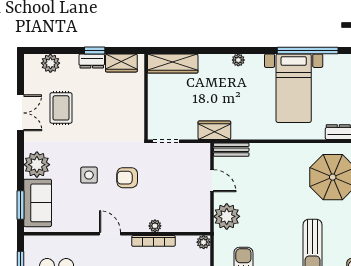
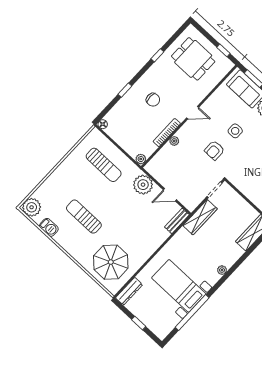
wardrobe: (214, 130) -> (200, 217), width x1.50
armchair: (127, 178) -> (214, 150), turned 180

